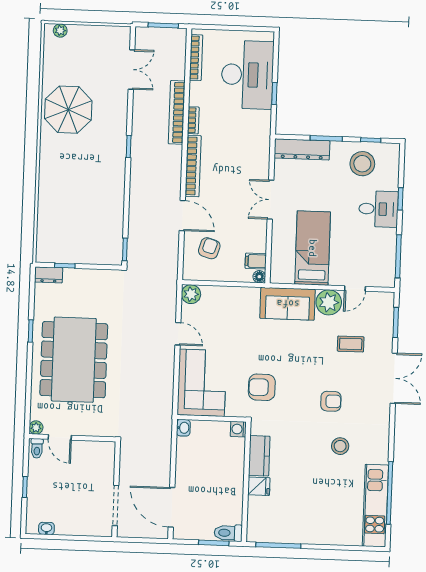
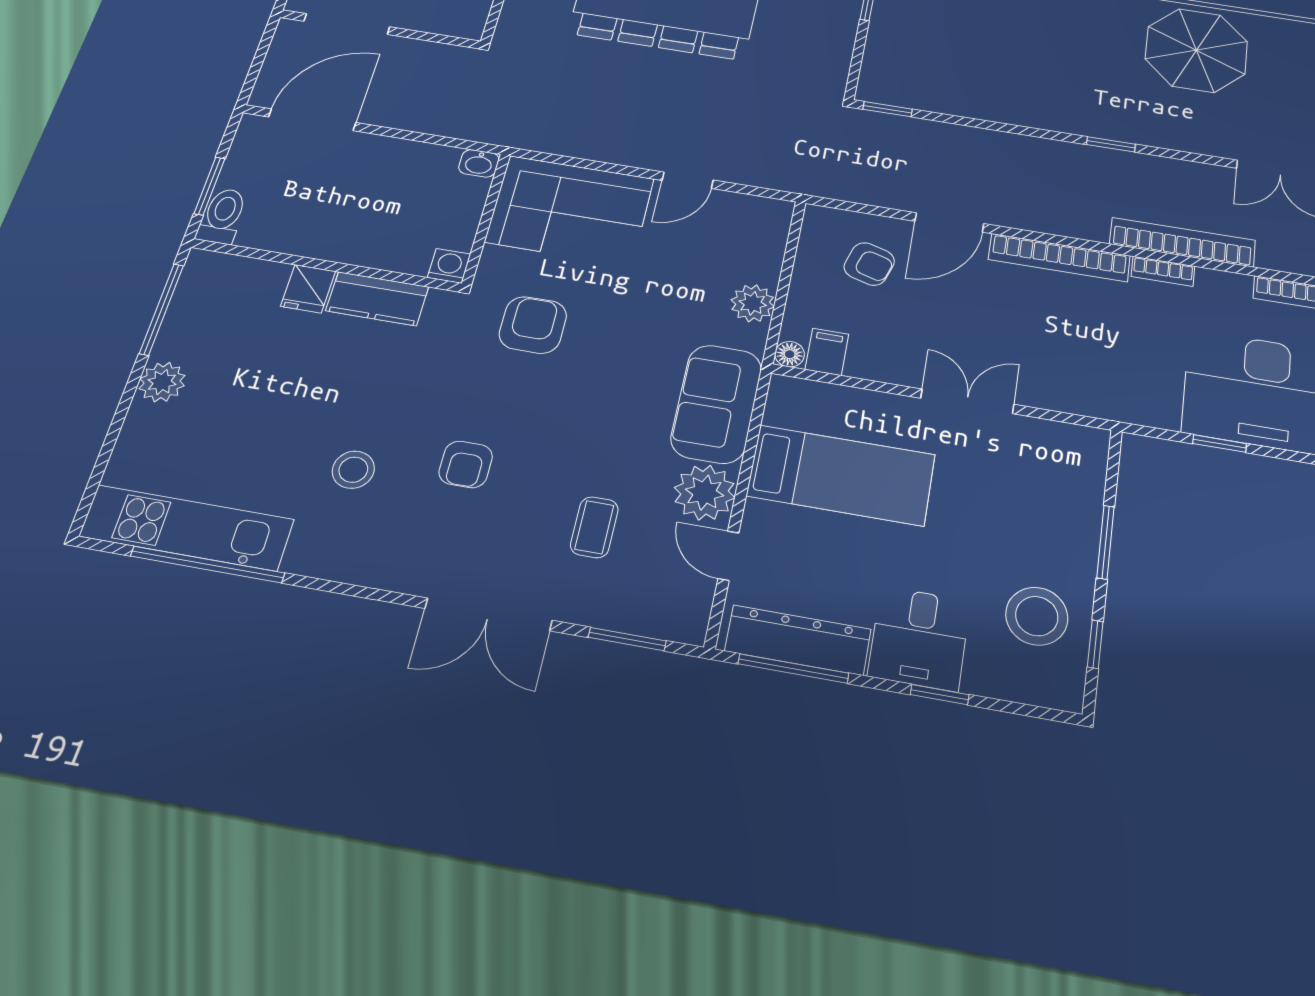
dresser: (302, 149) -> (798, 640), moved, turned 90
plant: (191, 294) -> (753, 303), moved
plant: (313, 535) -> (162, 382), added

